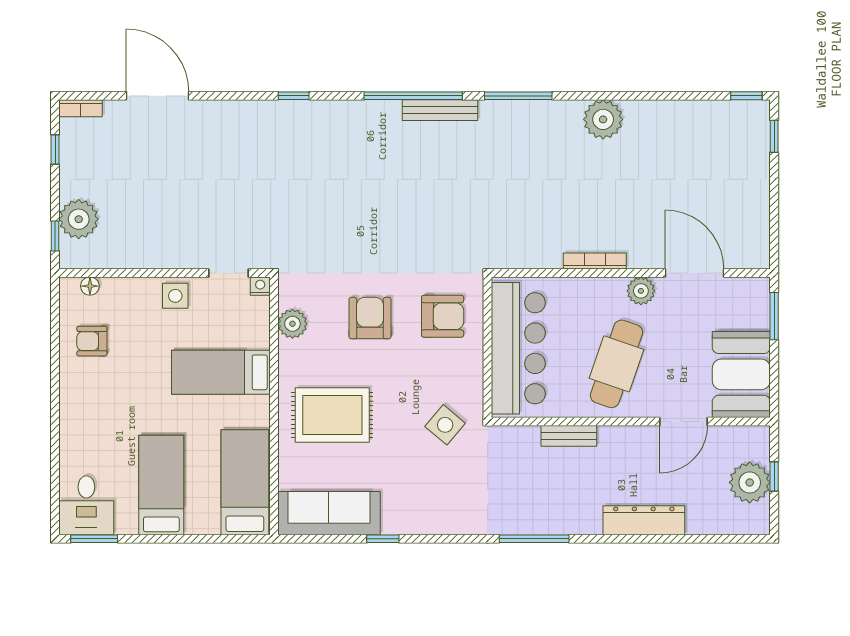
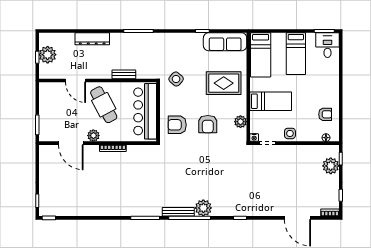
plant: (603, 119) -> (203, 208), moved
cafe table: (617, 364) -> (104, 105), turned -47
booth: (741, 374) -> (51, 100), removed
door: (684, 421) -> (75, 80), swing flipped

